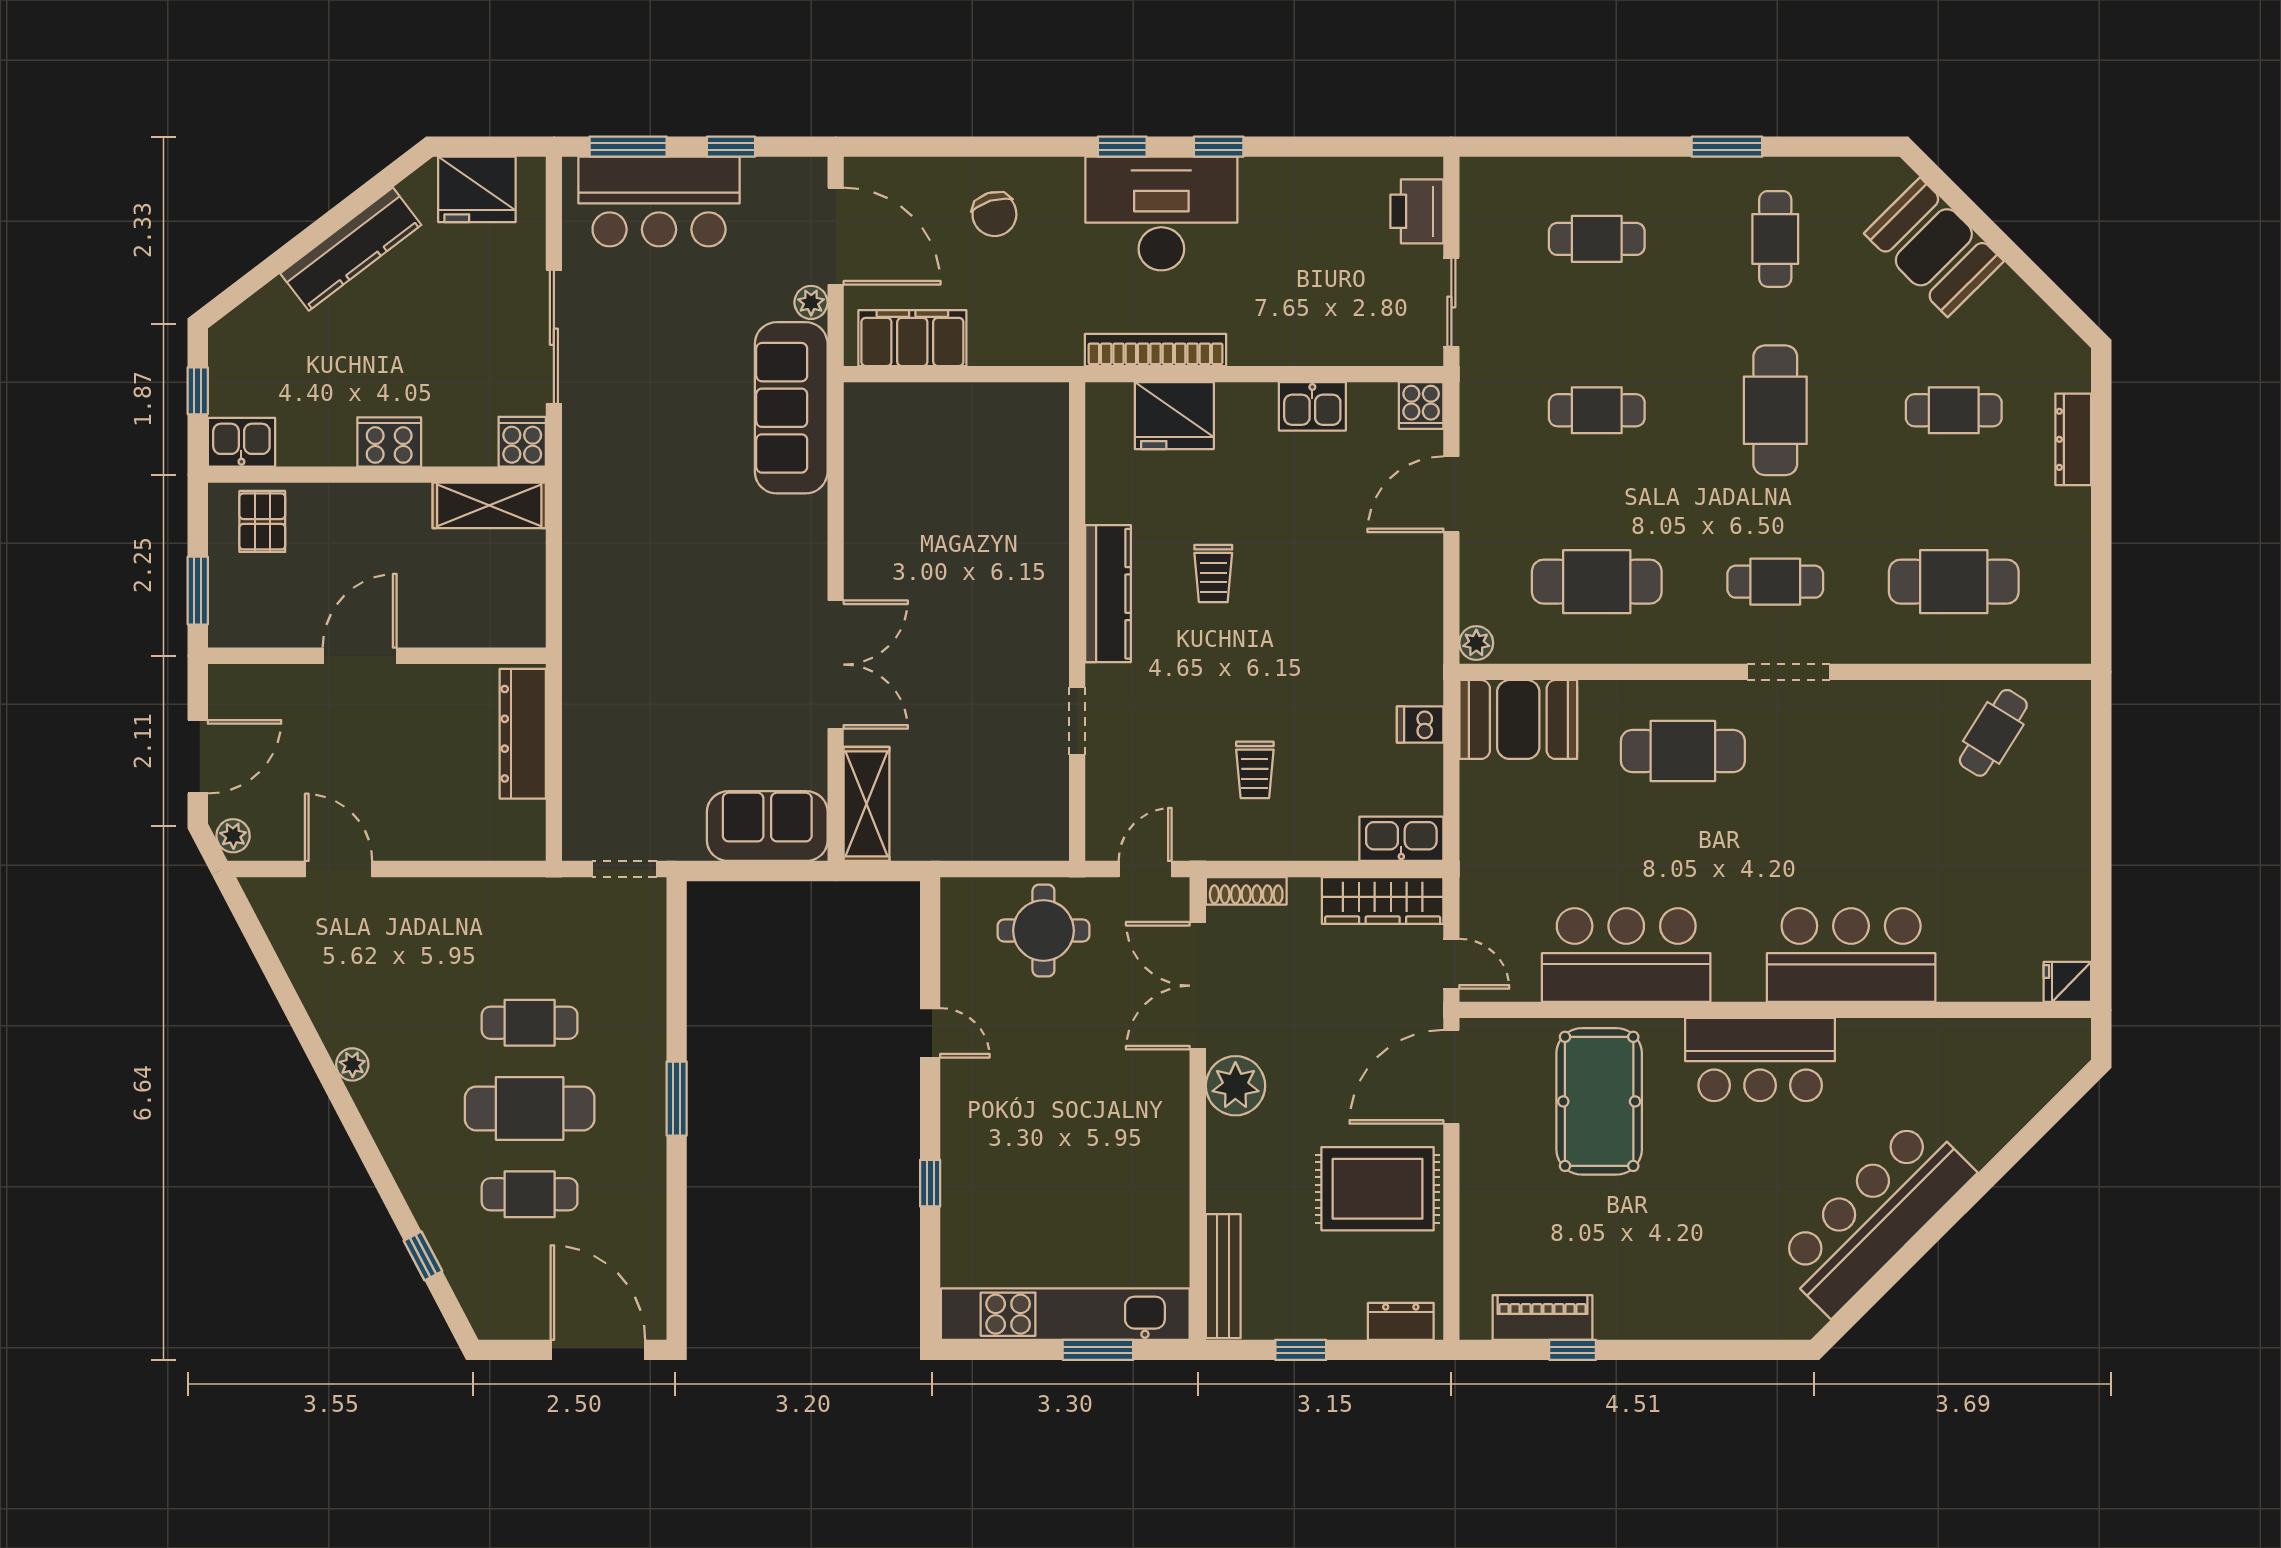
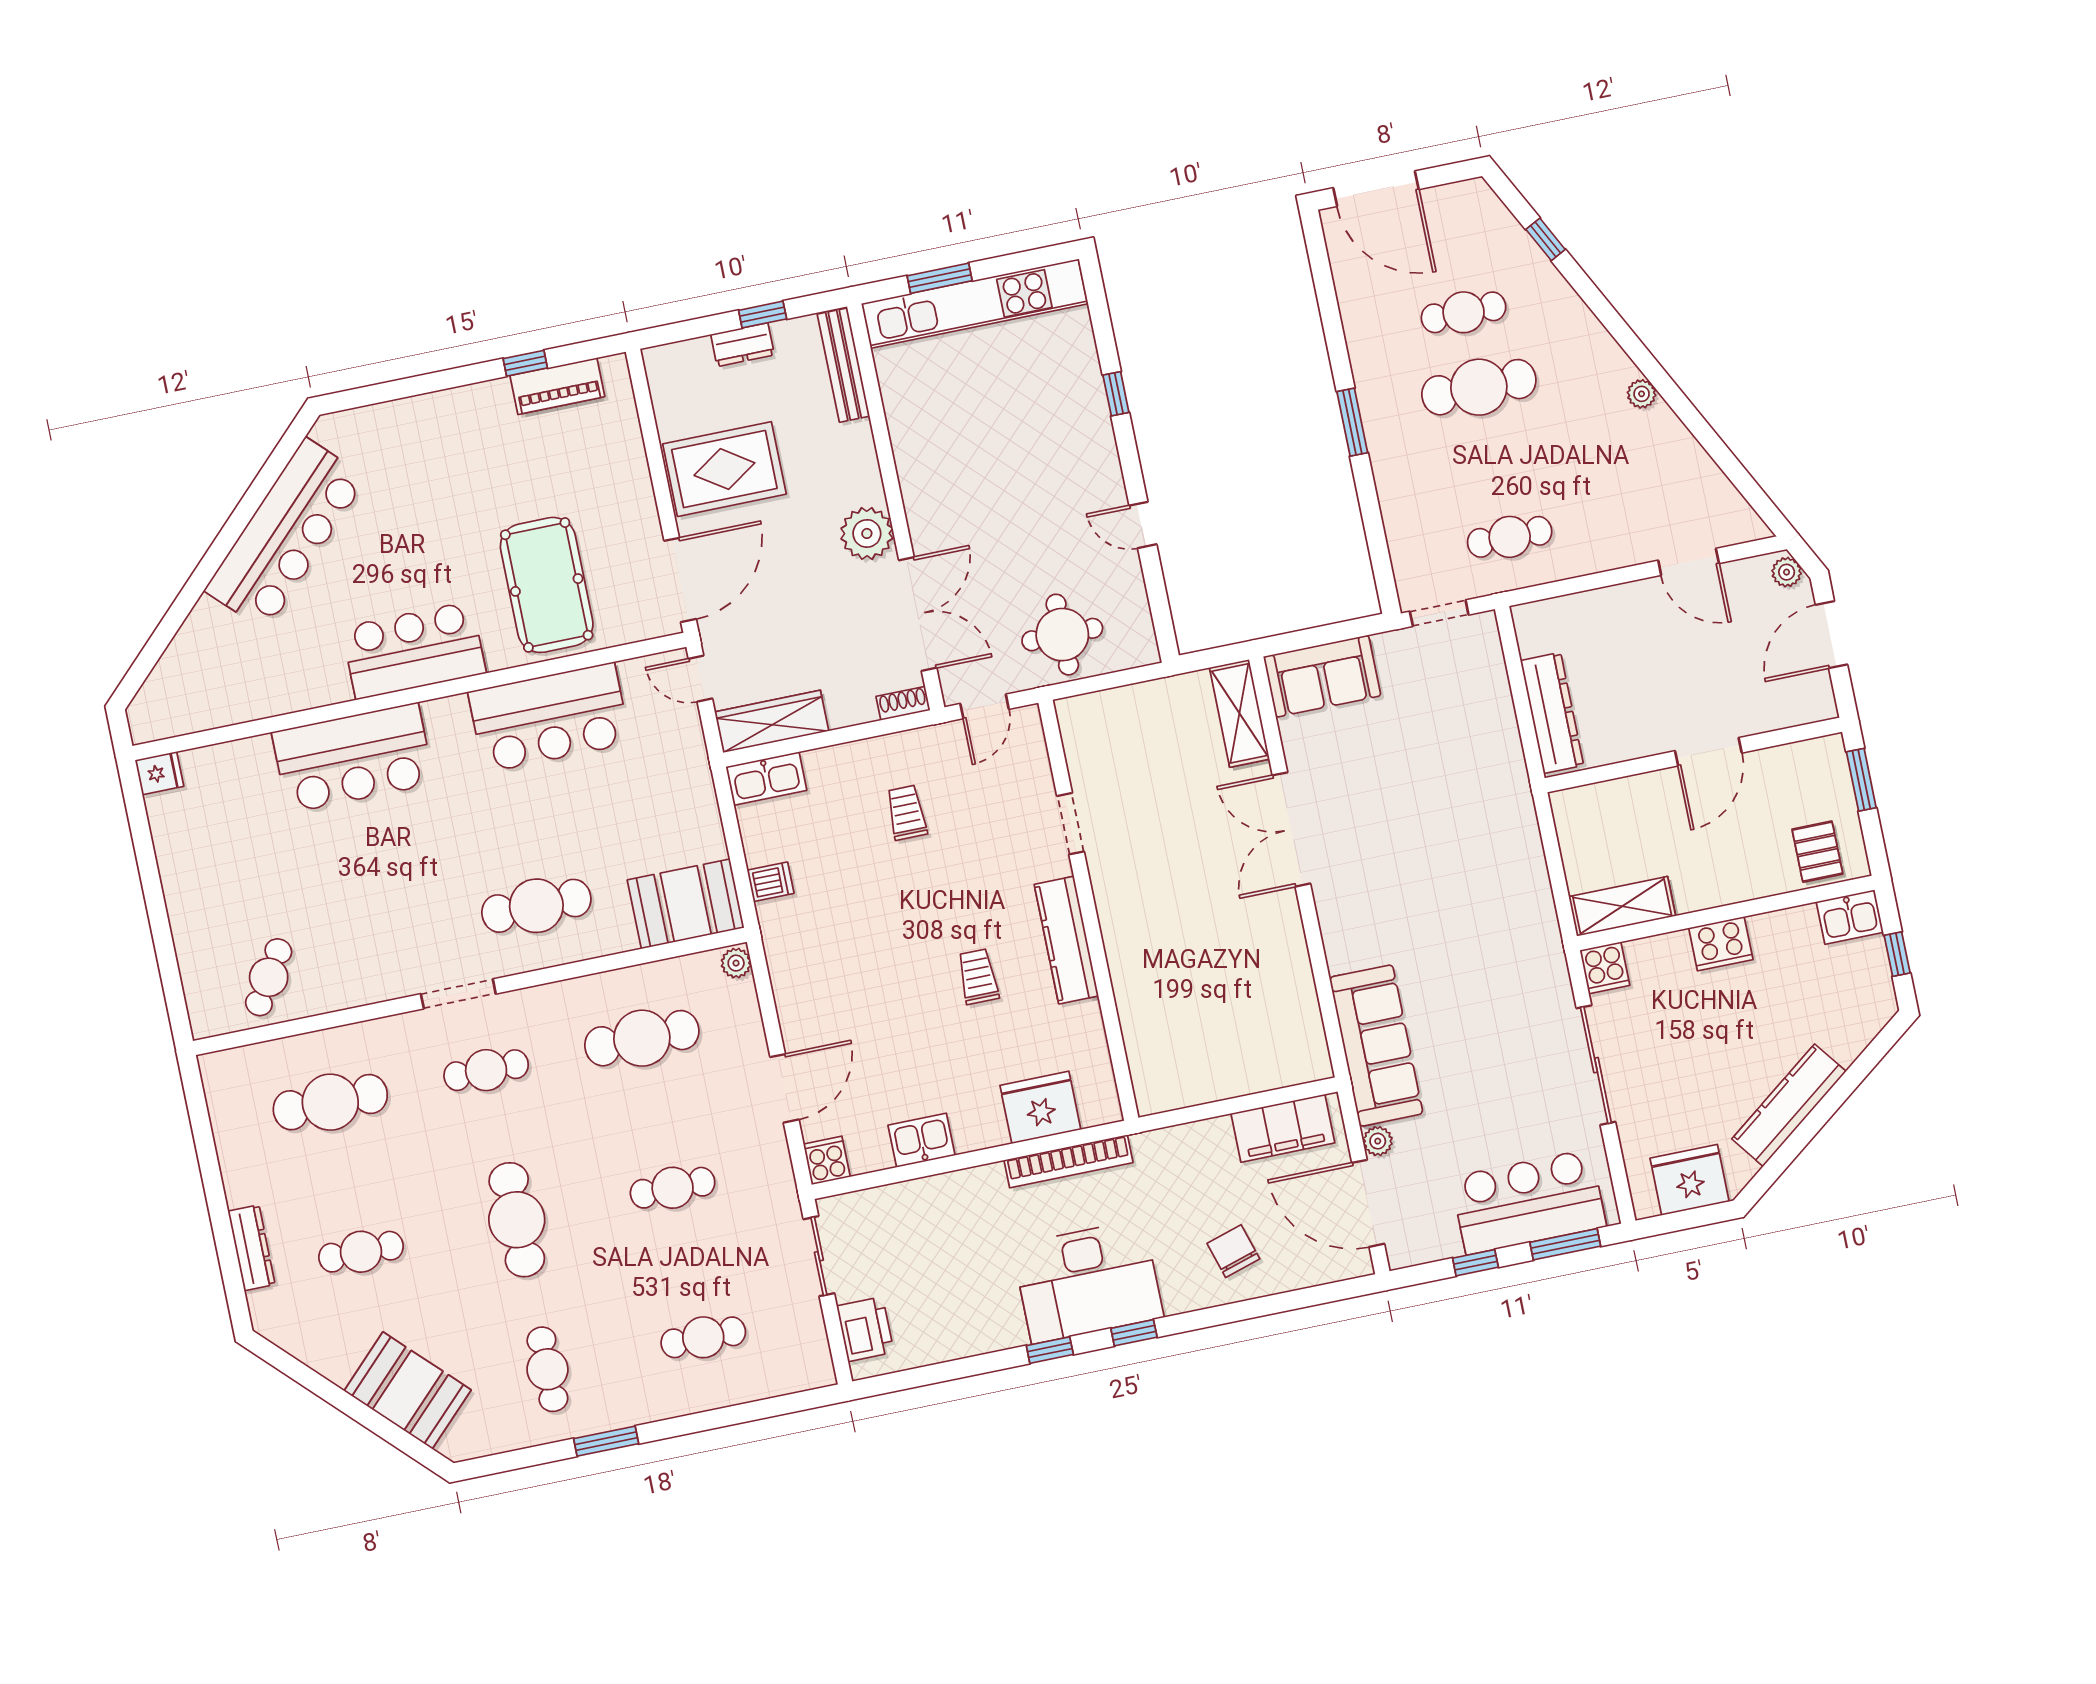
shoe rack: (1246, 891) -> (903, 703), width x0.70
cafe table: (530, 1023) -> (1510, 537), moved
dresser: (1401, 1321) -> (742, 345), moved

